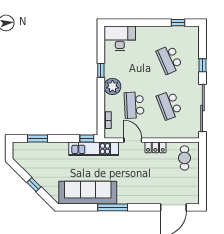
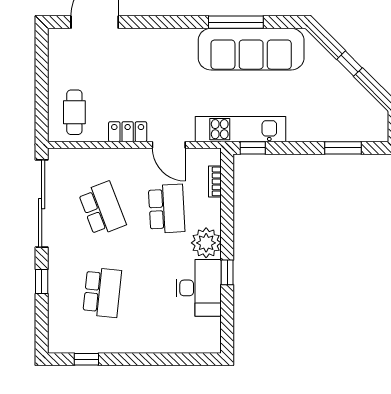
desk: (120, 38) -> (199, 288), moved, turned -90
school desk: (169, 59) -> (102, 292), turned 30
window: (113, 207) -> (236, 22), moved

